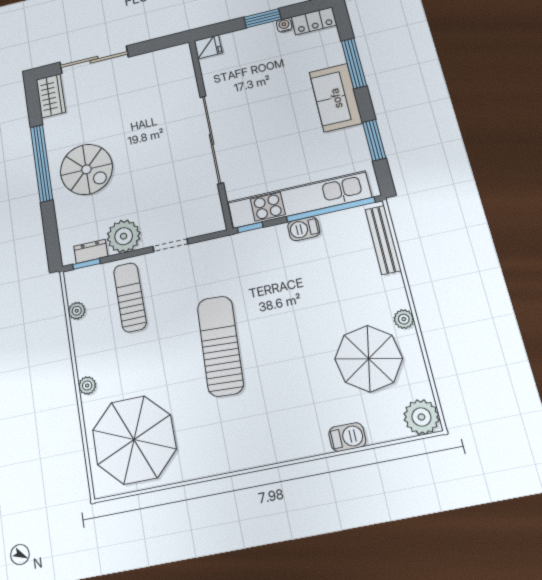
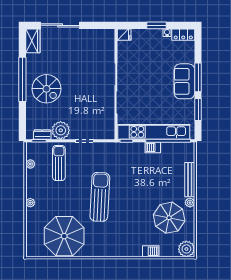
window: (354, 63) -> (198, 77), moved
bench: (383, 240) -> (190, 180), moved
parasol: (134, 440) -> (64, 236), moved

